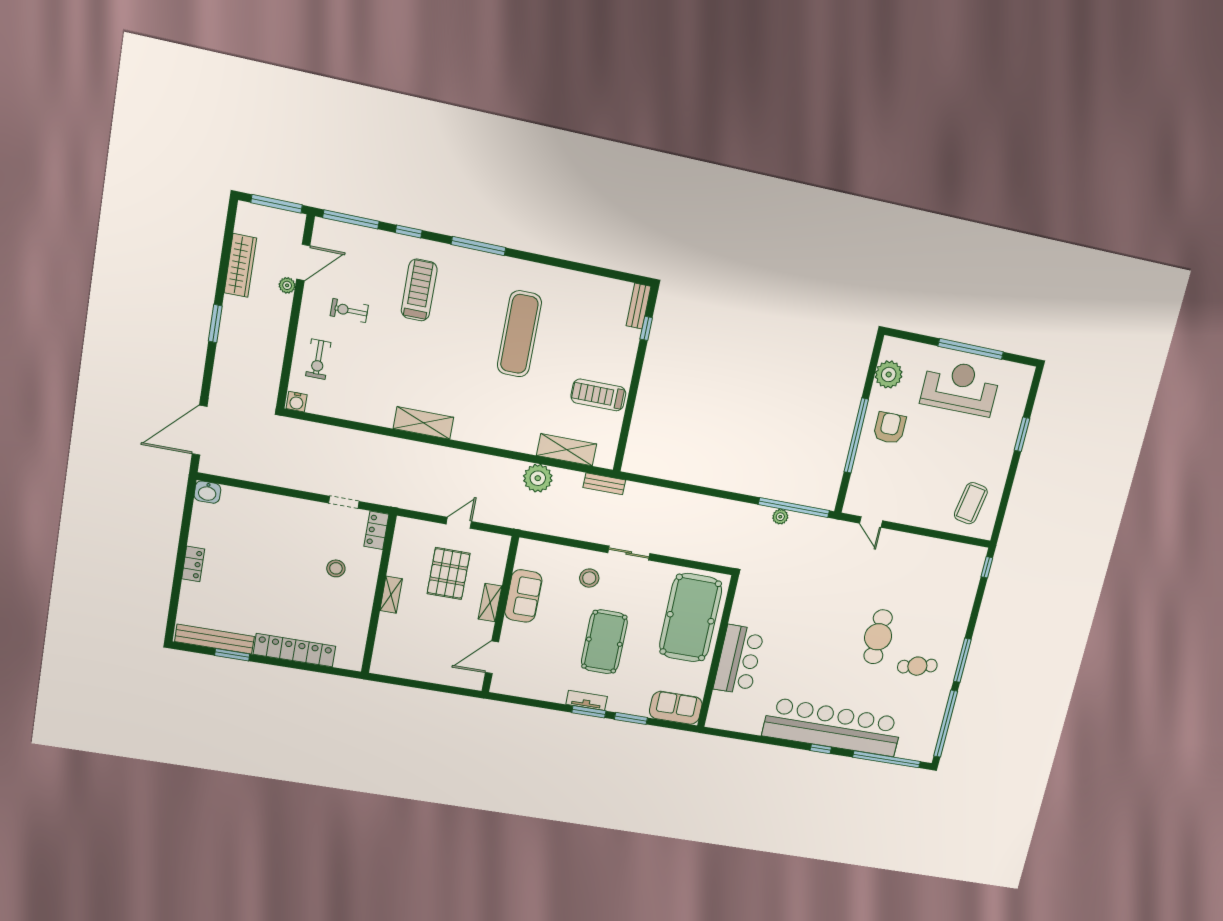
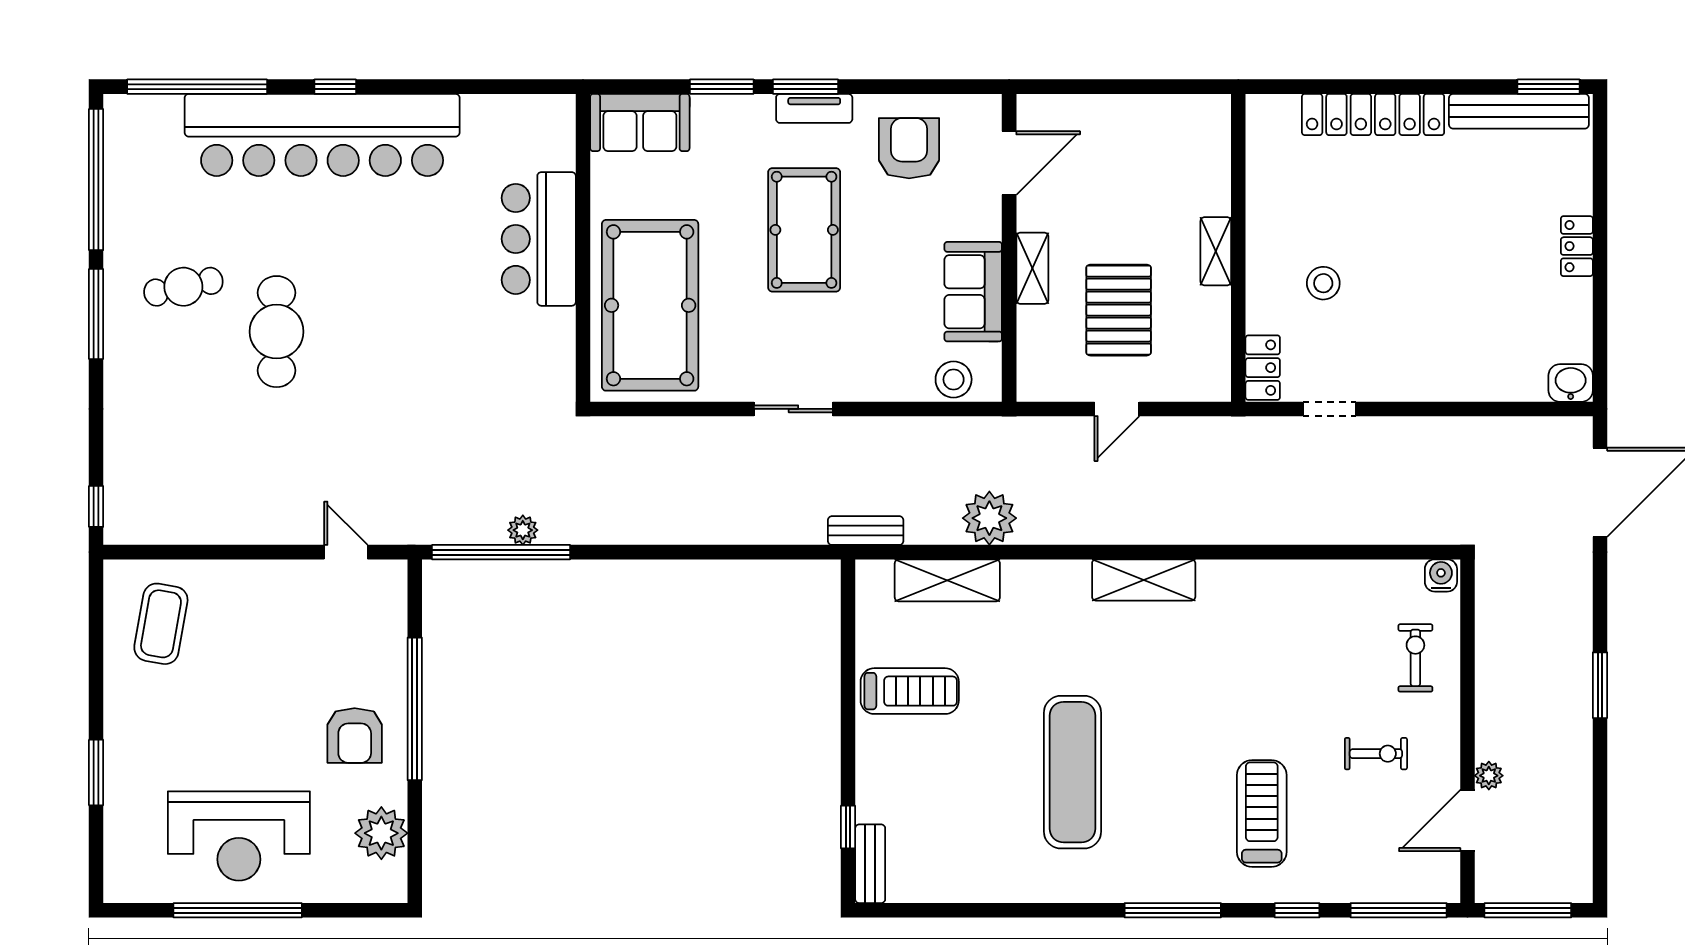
wardrobe: (240, 265) -> (1573, 794), removed
treadmill: (419, 290) -> (1262, 813), turned 180
shelving: (423, 423) -> (1144, 580), moved
stool: (589, 578) -> (954, 379), moved
window: (232, 655) -> (1549, 87), moved
armchair: (542, 673) -> (909, 148), added

